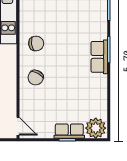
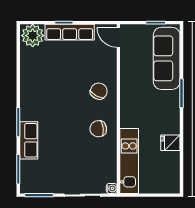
row of seats: (99, 57) -> (29, 140), moved
row of seats: (69, 131) -> (70, 32), width x1.48

